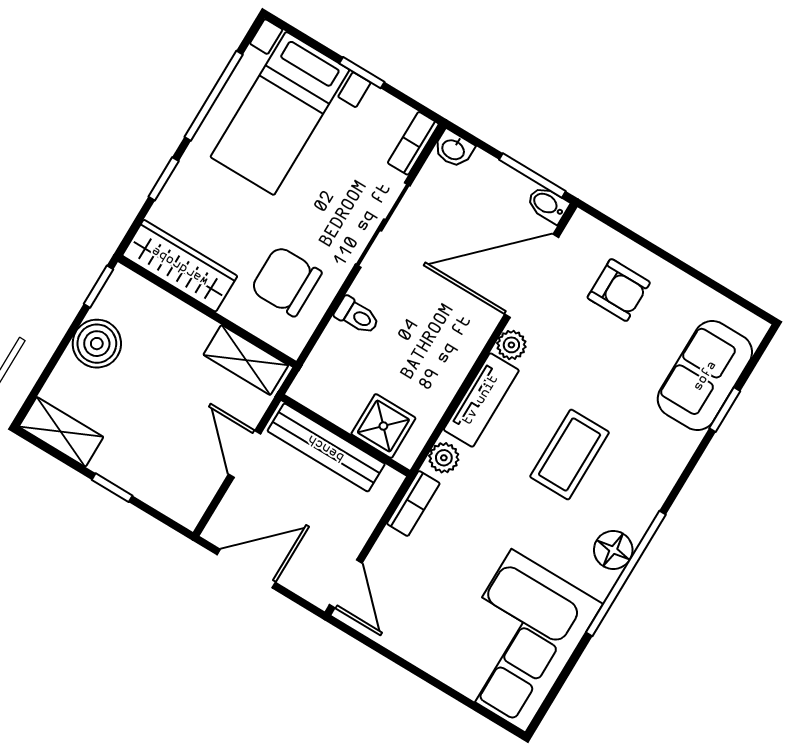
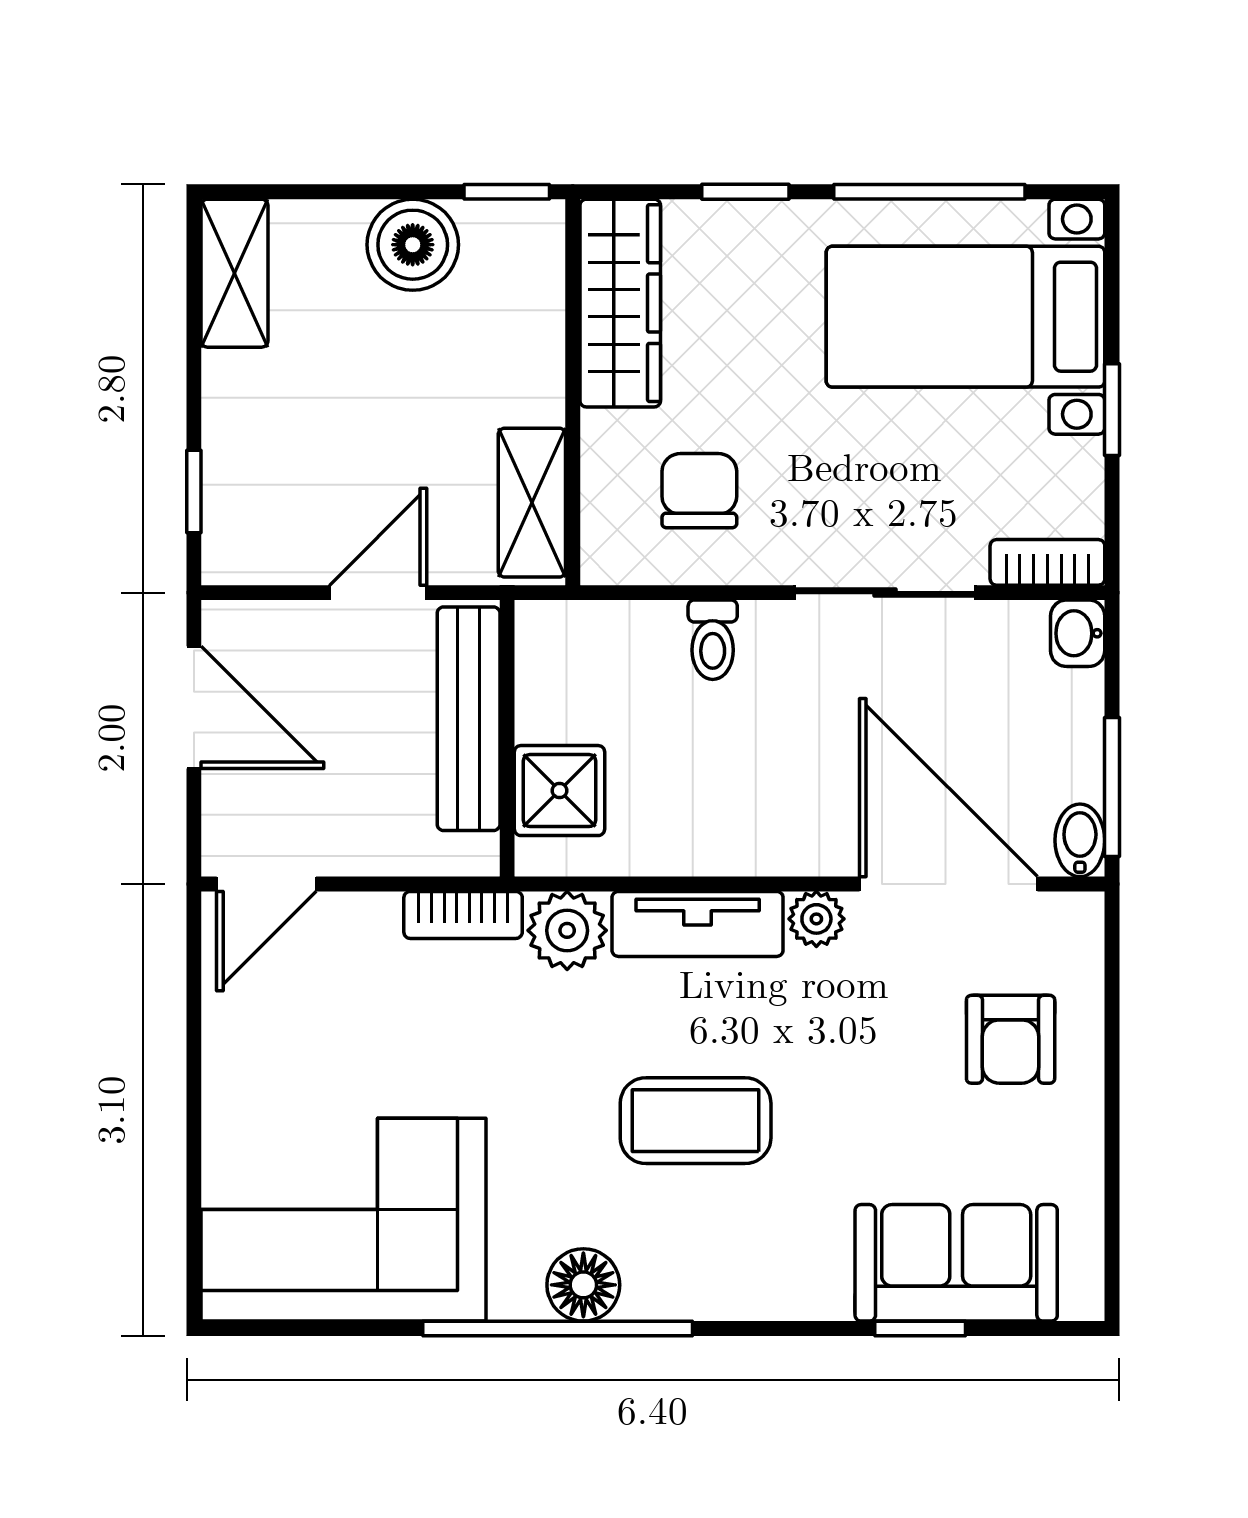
chair: (286, 281) -> (699, 491), width x0.73, depth x0.73
plant: (444, 458) -> (567, 930), width x1.38, depth x1.38
window: (112, 488) -> (194, 491), moved

